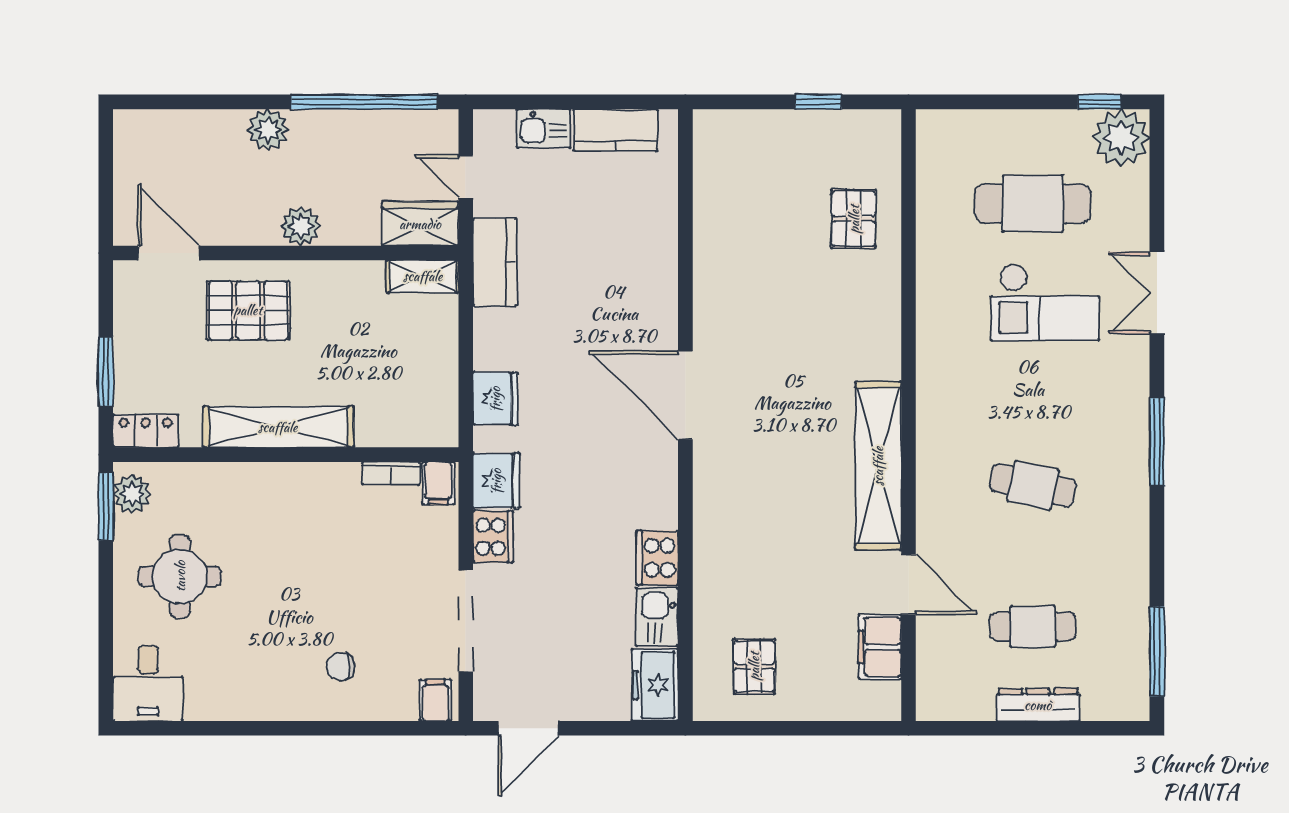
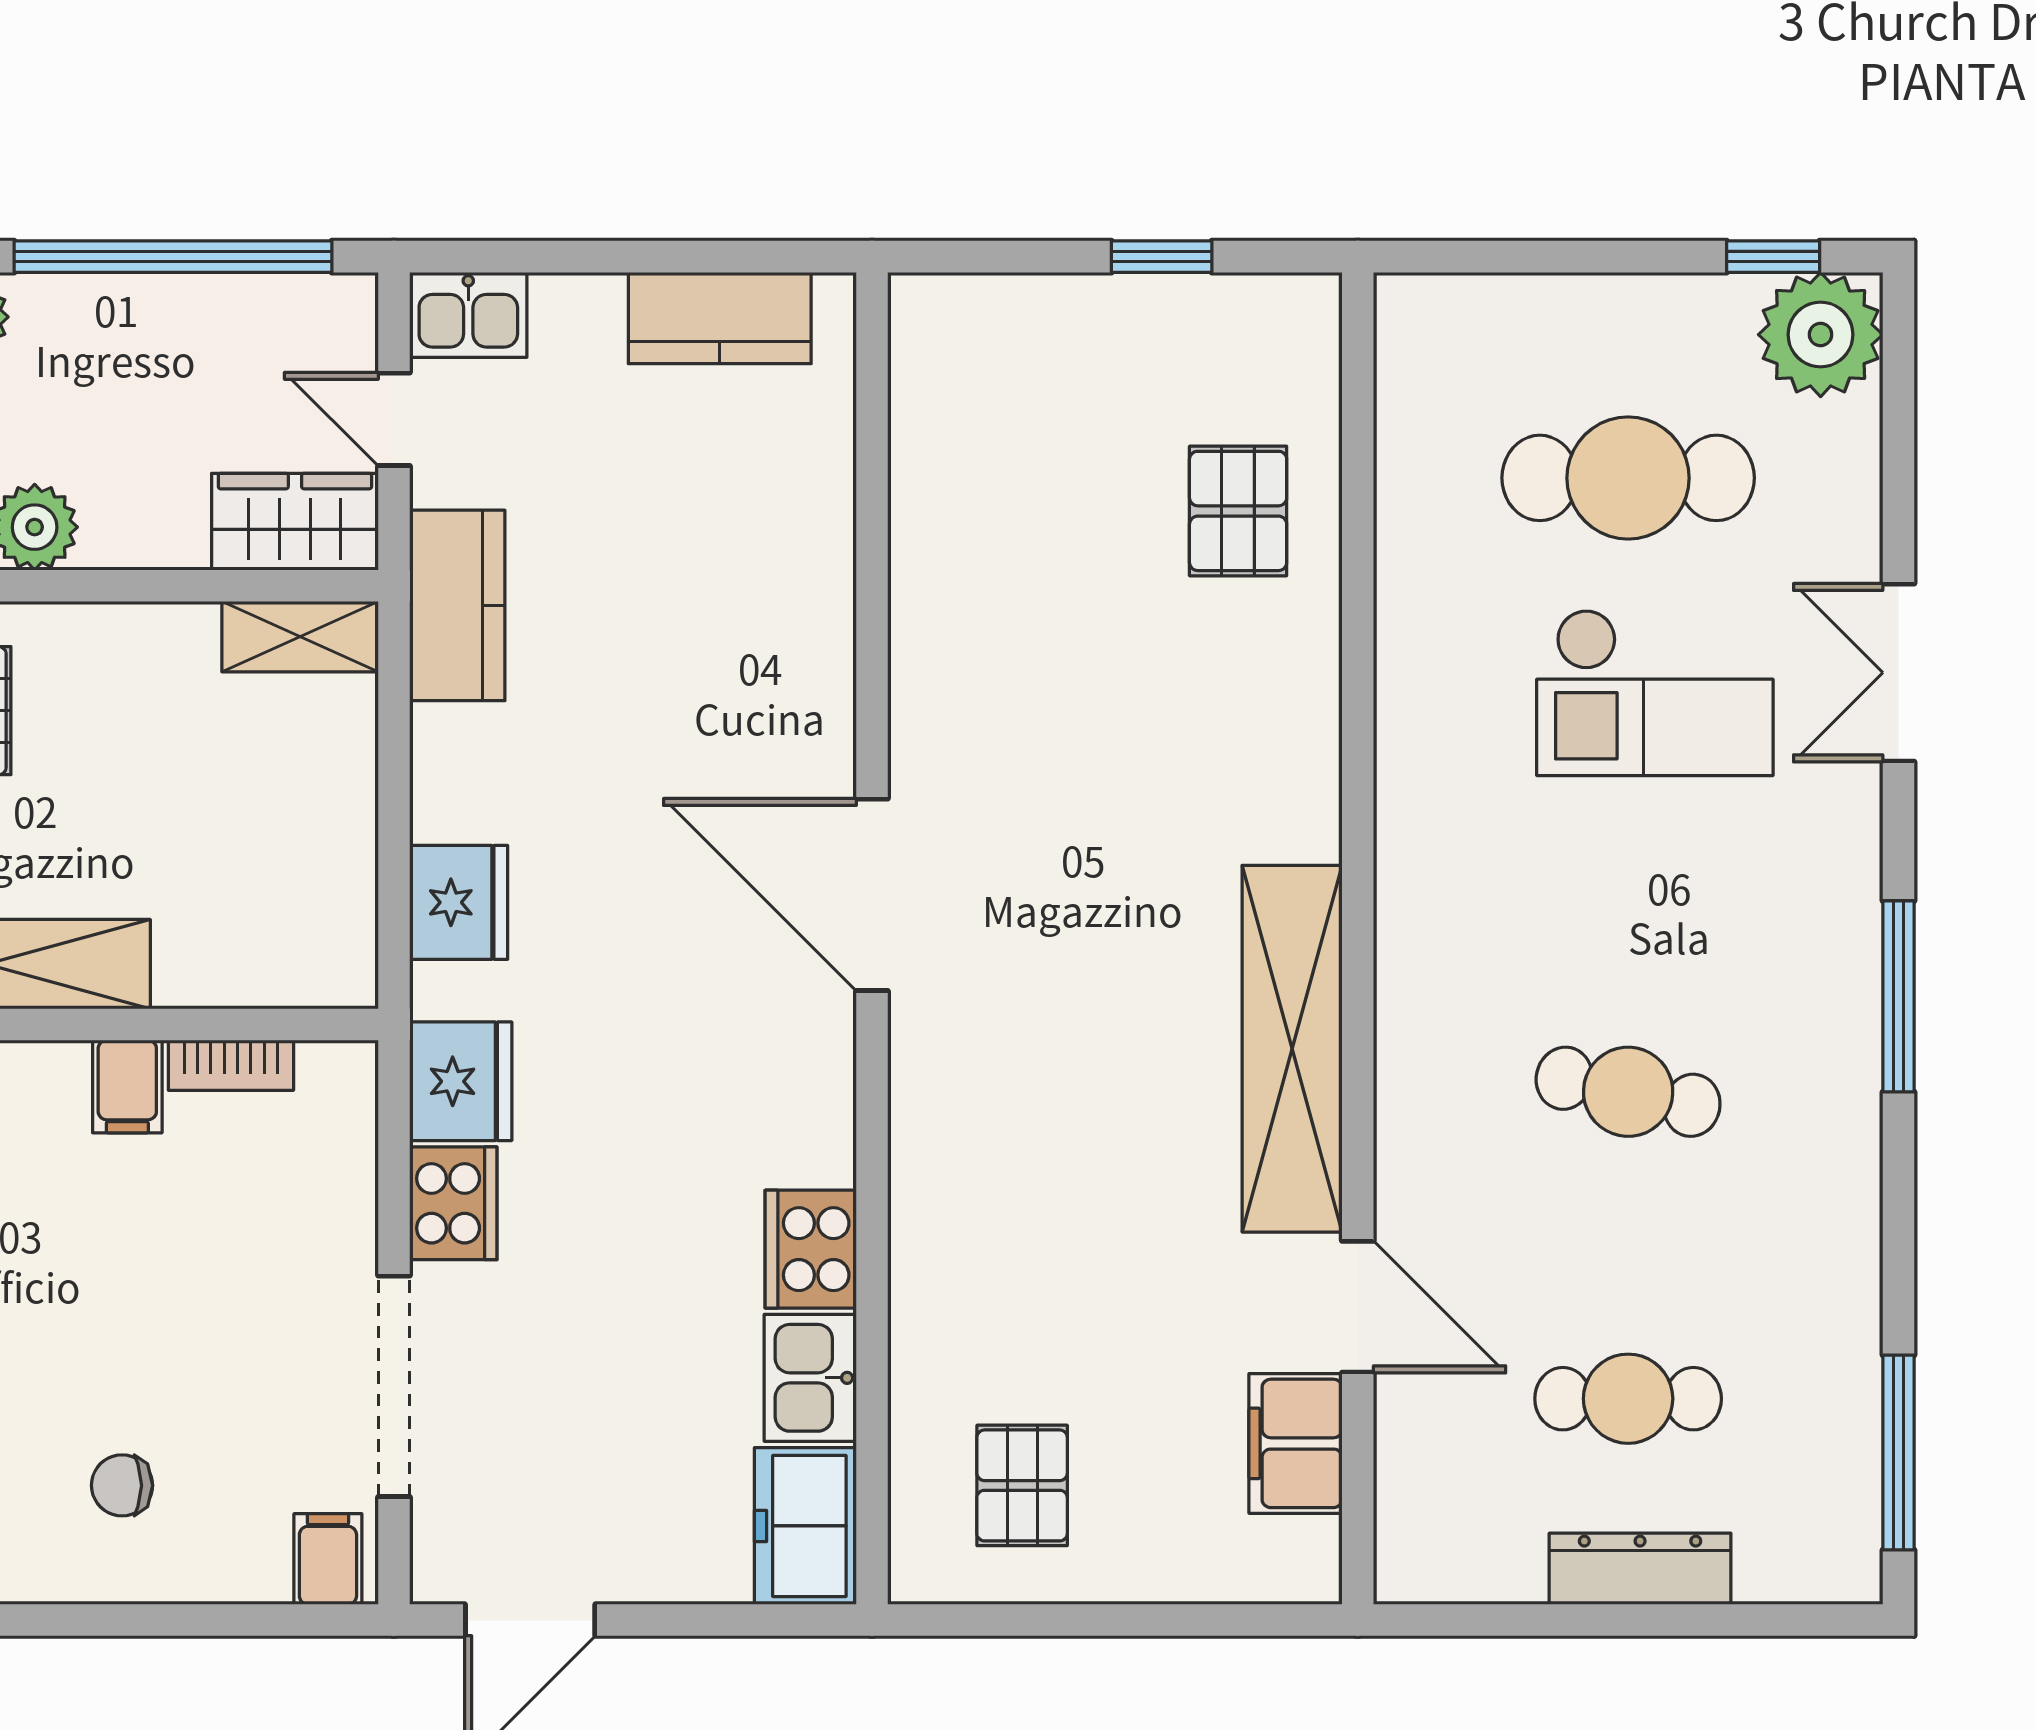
kitchen sink: (544, 129) -> (468, 315), moved
filing cabinet: (438, 483) -> (127, 1086), moved

